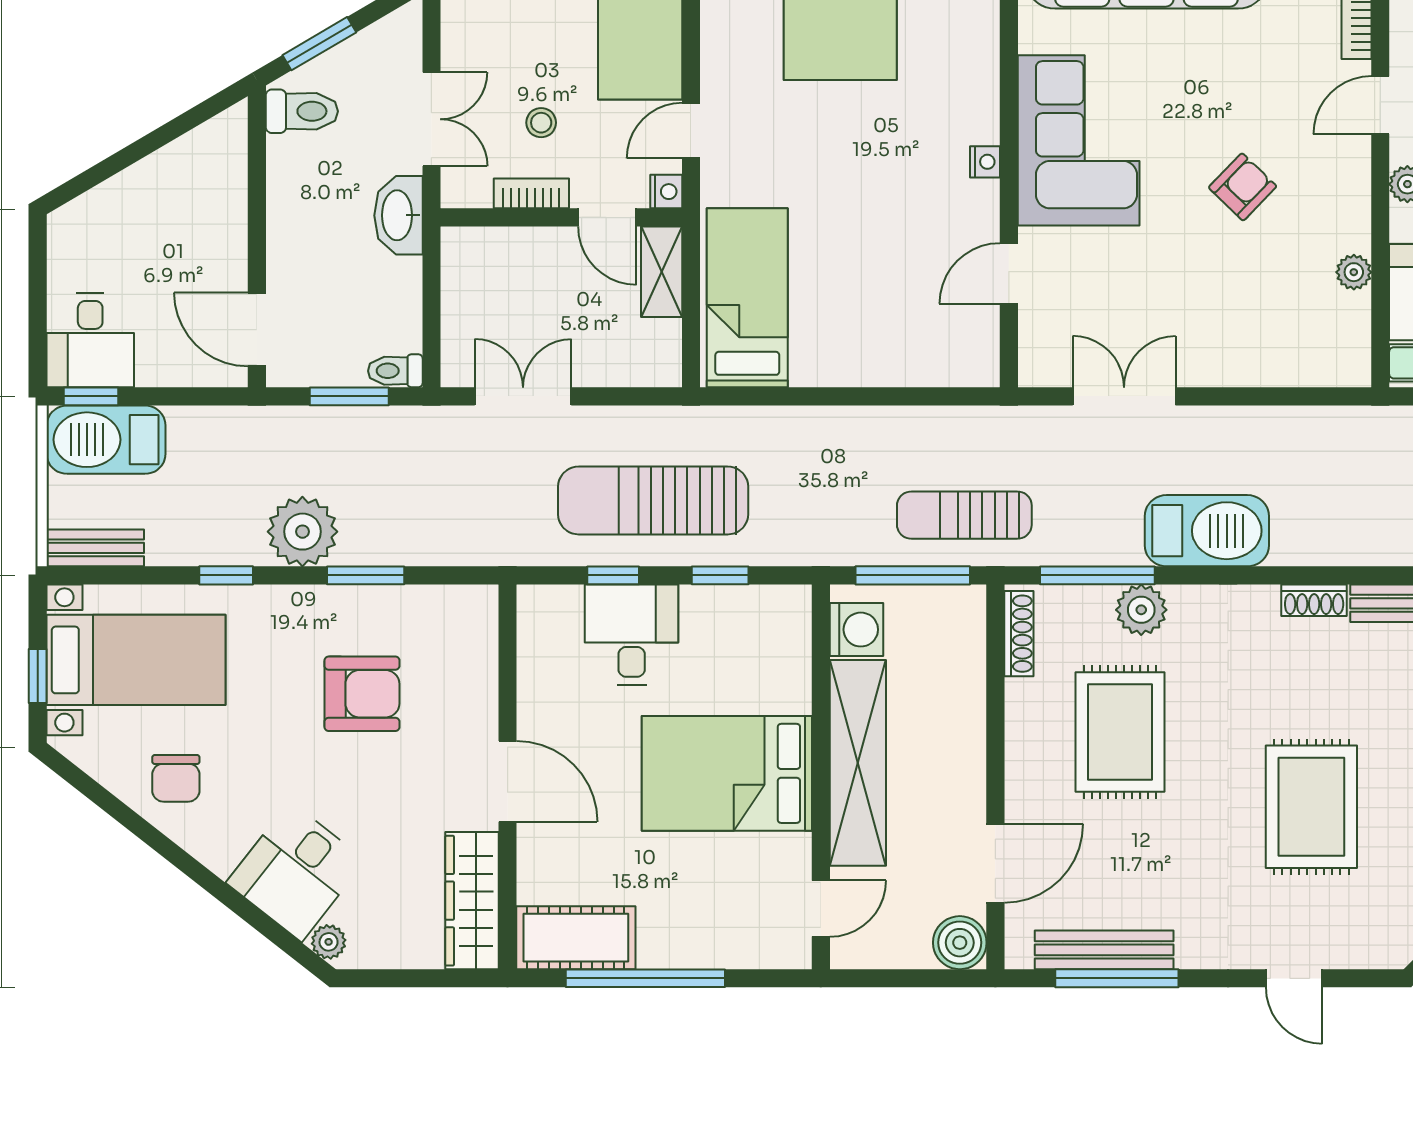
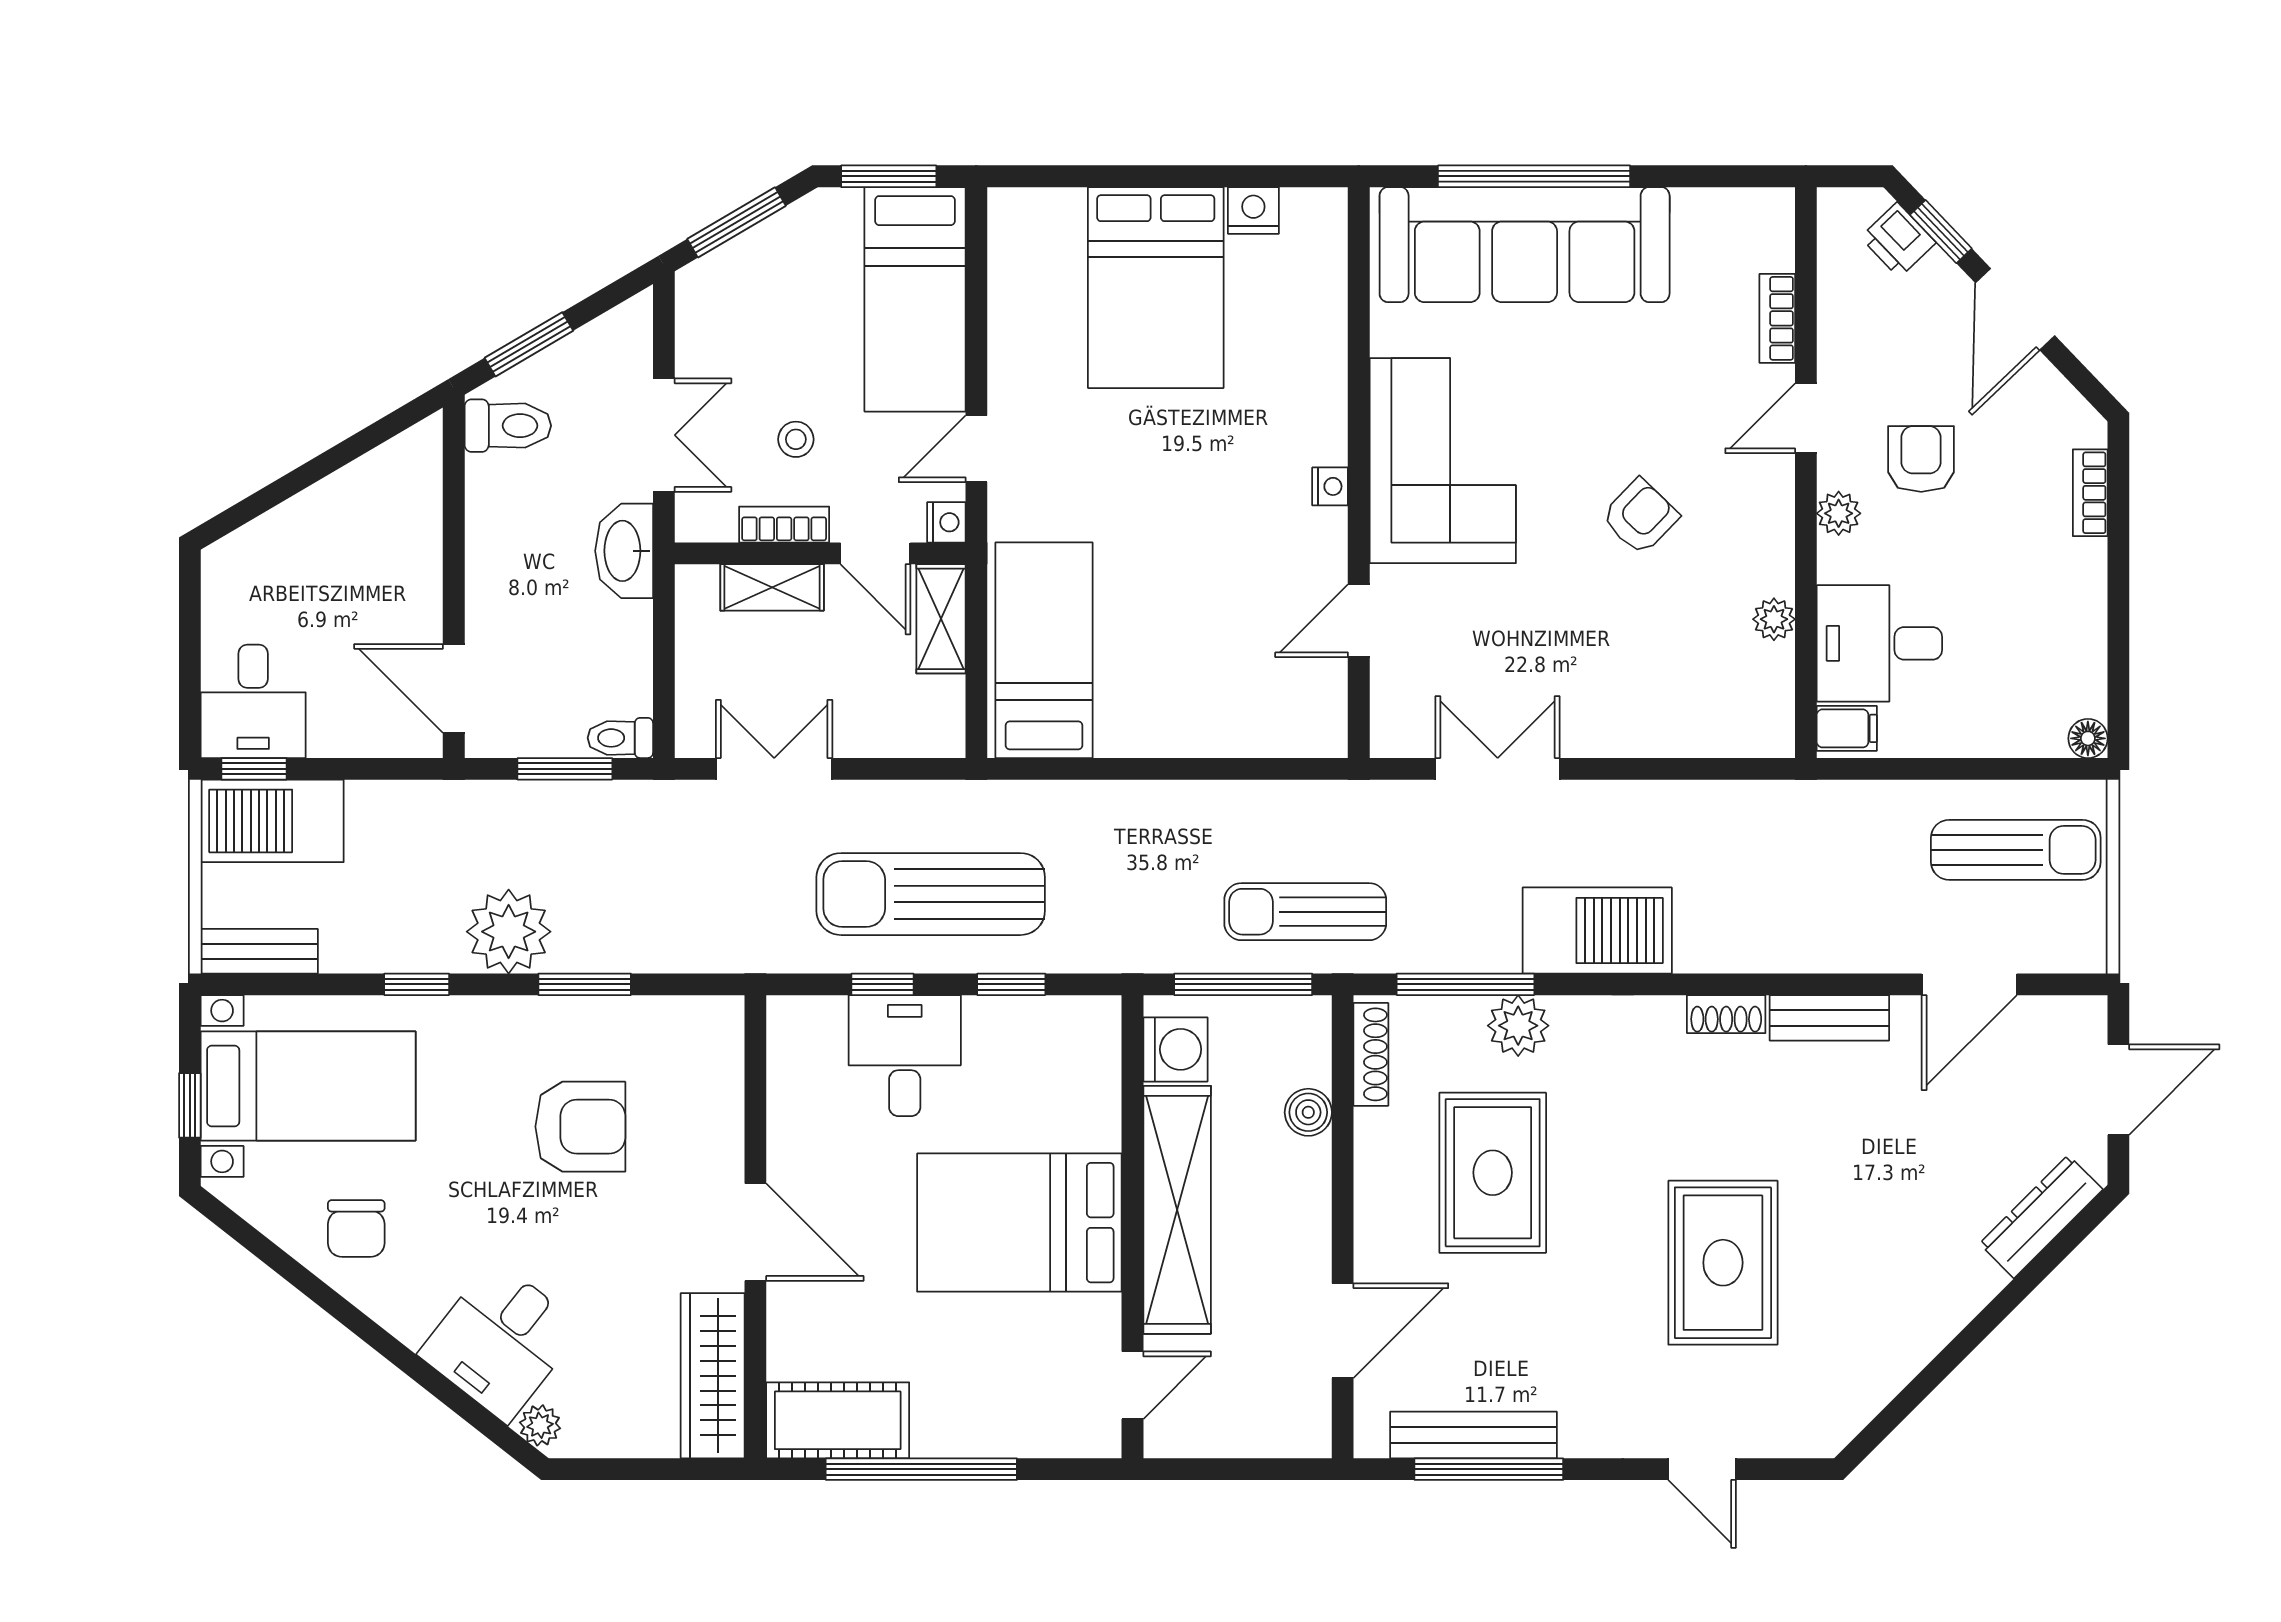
shelving: (521, 246) -> (772, 587), added
boiler: (960, 943) -> (1308, 1112), moved, width x0.73, depth x0.73

